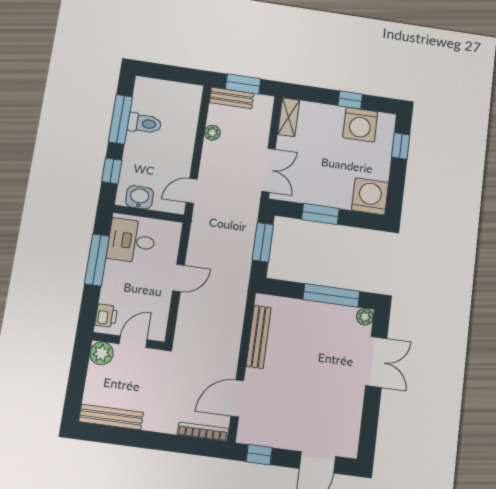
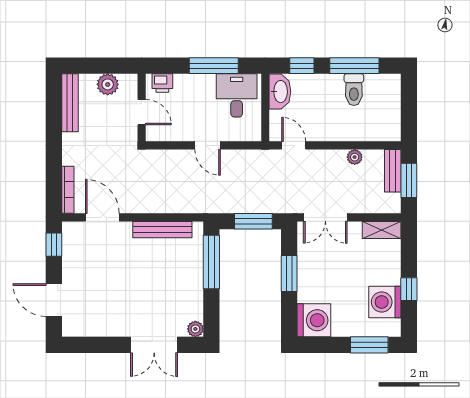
window: (401, 146) -> (369, 345), width x1.50
washbasin: (140, 197) -> (280, 92), width x1.38
window: (331, 295) -> (211, 262), moved
plant: (102, 353) -> (108, 84), moved

